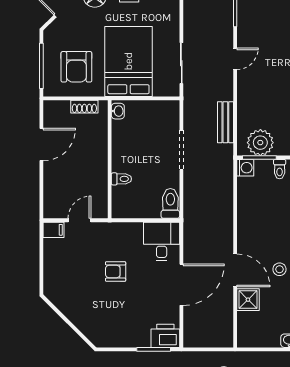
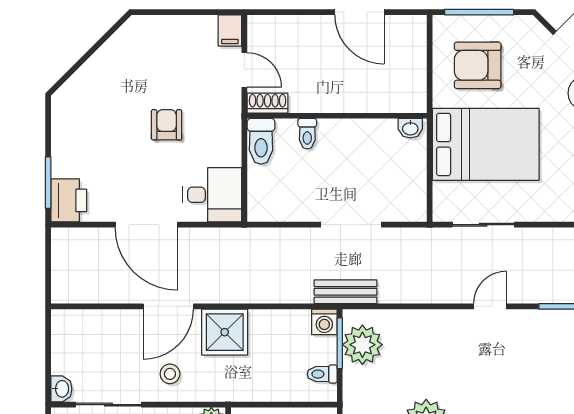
door: (235, 59) -> (490, 306), swing flipped
shoe rack: (84, 107) -> (268, 103), moved, turned 90
bench: (225, 122) -> (345, 292), moved
toilet: (170, 203) -> (261, 141), moved, turned 90
shower: (248, 300) -> (225, 332), moved, width x1.36, depth x1.36

